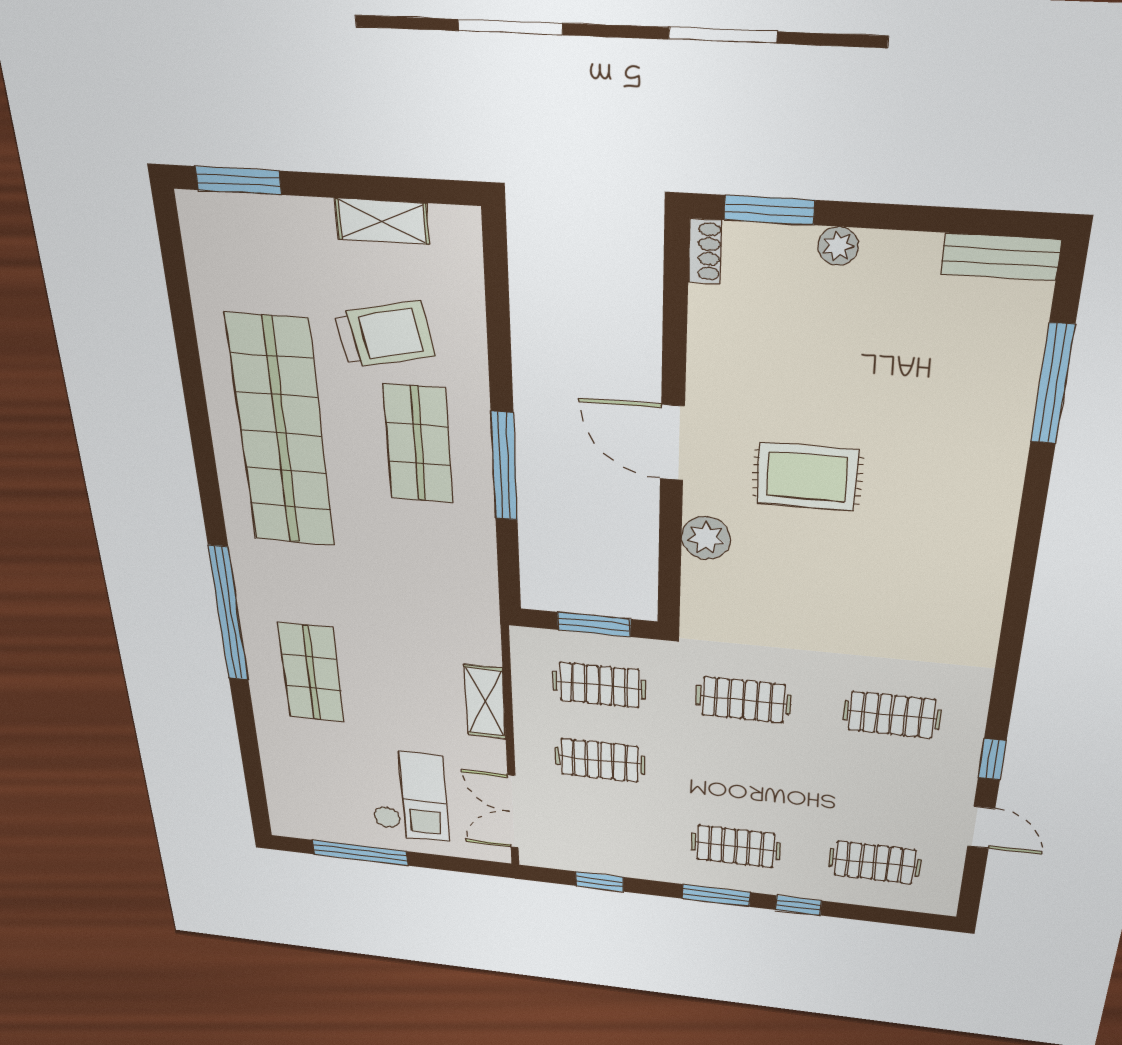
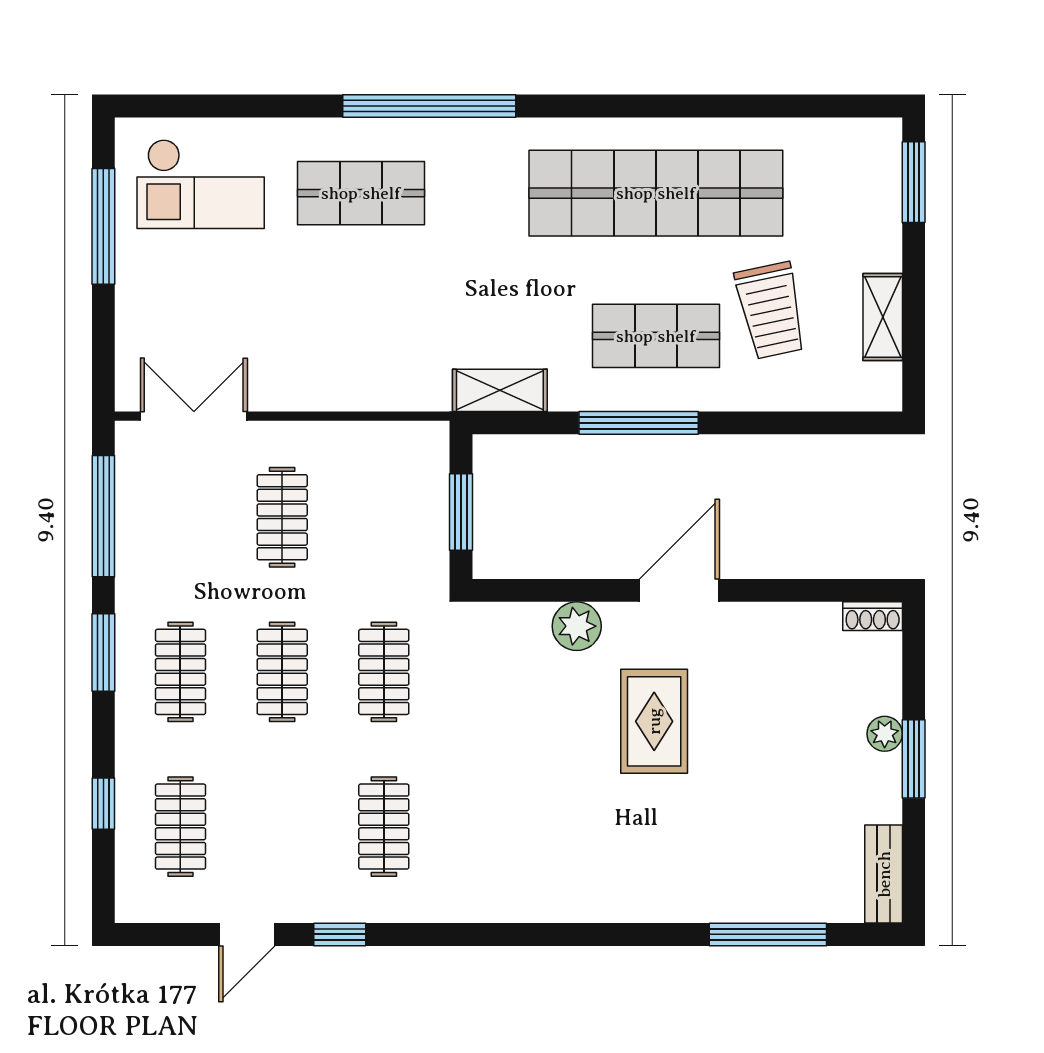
window: (769, 210) -> (914, 759), moved
clothes rail: (599, 685) -> (282, 672), moved
shelving: (485, 702) -> (500, 390), moved
checkout: (408, 795) -> (201, 184), moved
window: (600, 881) -> (103, 516), width x2.17
window: (798, 905) -> (103, 804), moved

